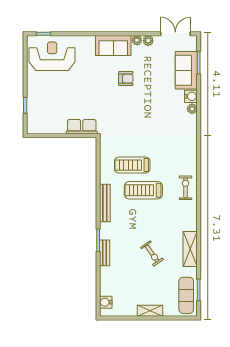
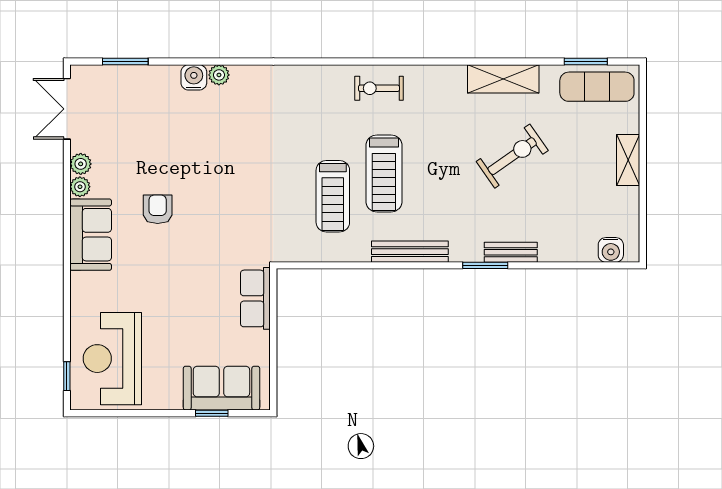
sofa: (186, 70) -> (221, 388), moved, turned 180
exercise bike: (152, 254) -> (512, 156), width x1.38, depth x1.39

